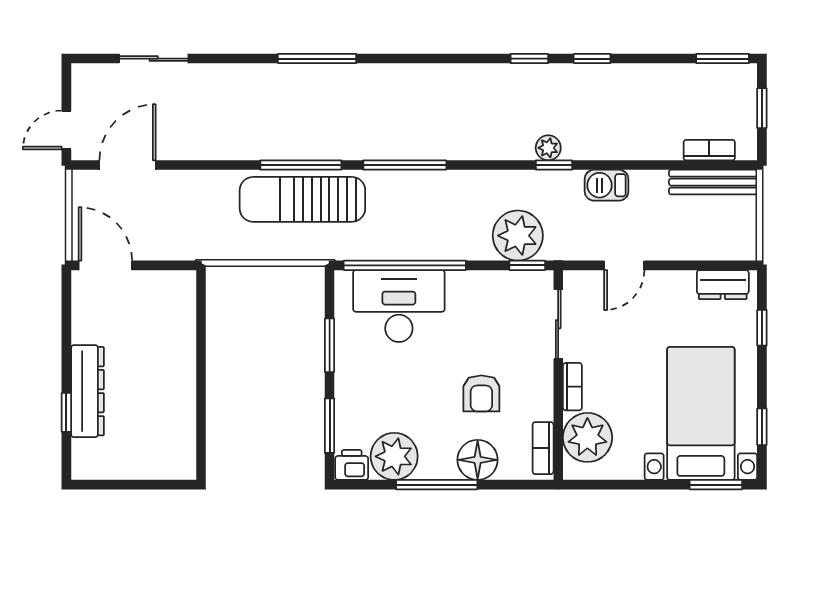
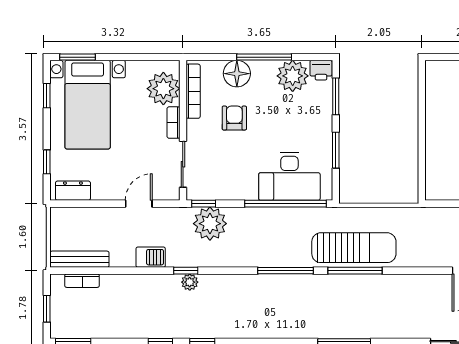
bookcase: (543, 448) -> (193, 91), width x1.56

